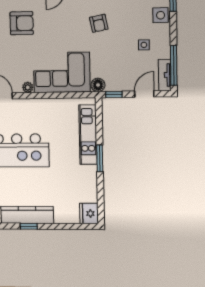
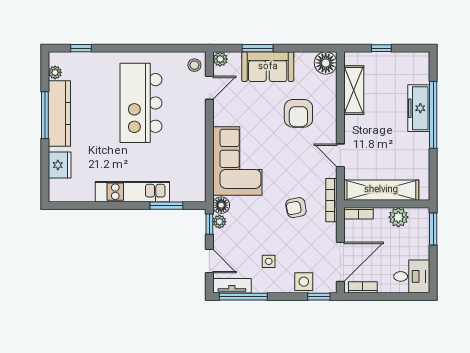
plant: (28, 87) -> (219, 222), moved
kitchen unit: (88, 135) -> (132, 192), moved
window: (100, 158) -> (166, 206), moved
fridge: (89, 213) -> (60, 165), moved, turned 90
window: (29, 226) -> (45, 115), width x2.17

